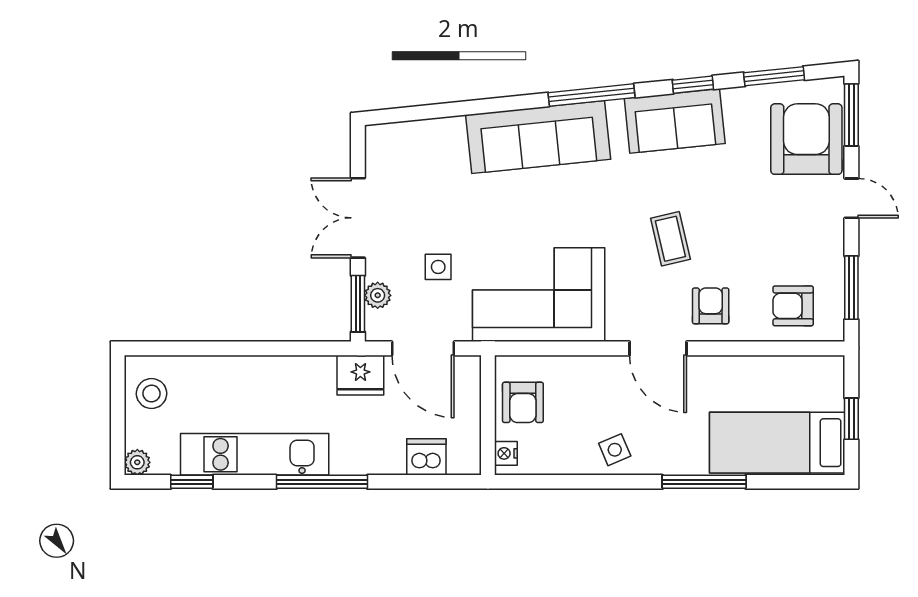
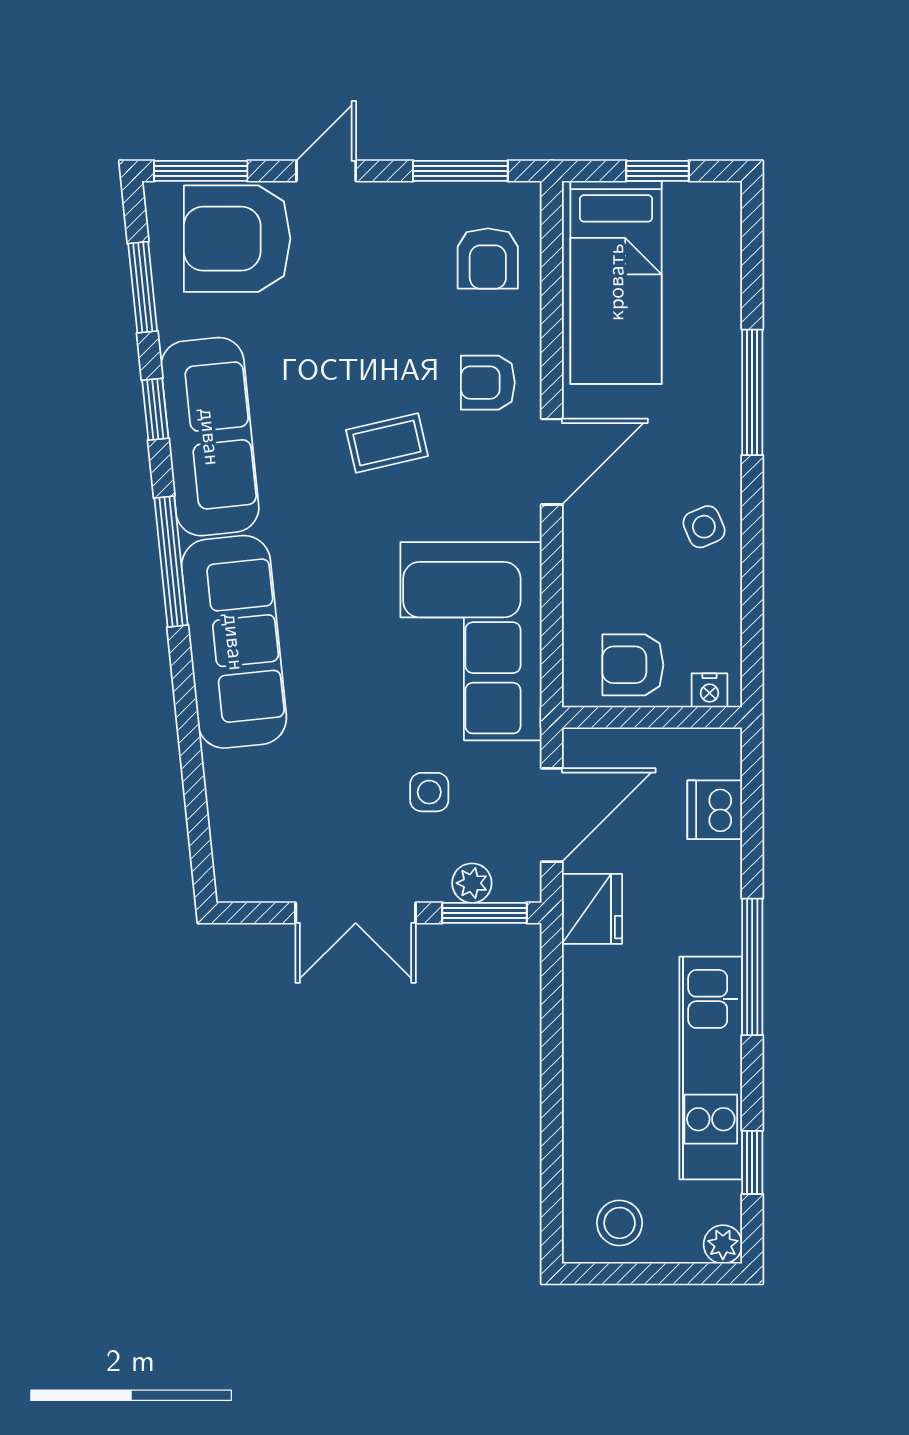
sofa: (675, 121) -> (210, 437), width x1.36
armchair: (523, 402) -> (633, 665), turned 180
bed: (777, 443) -> (616, 282), moved

